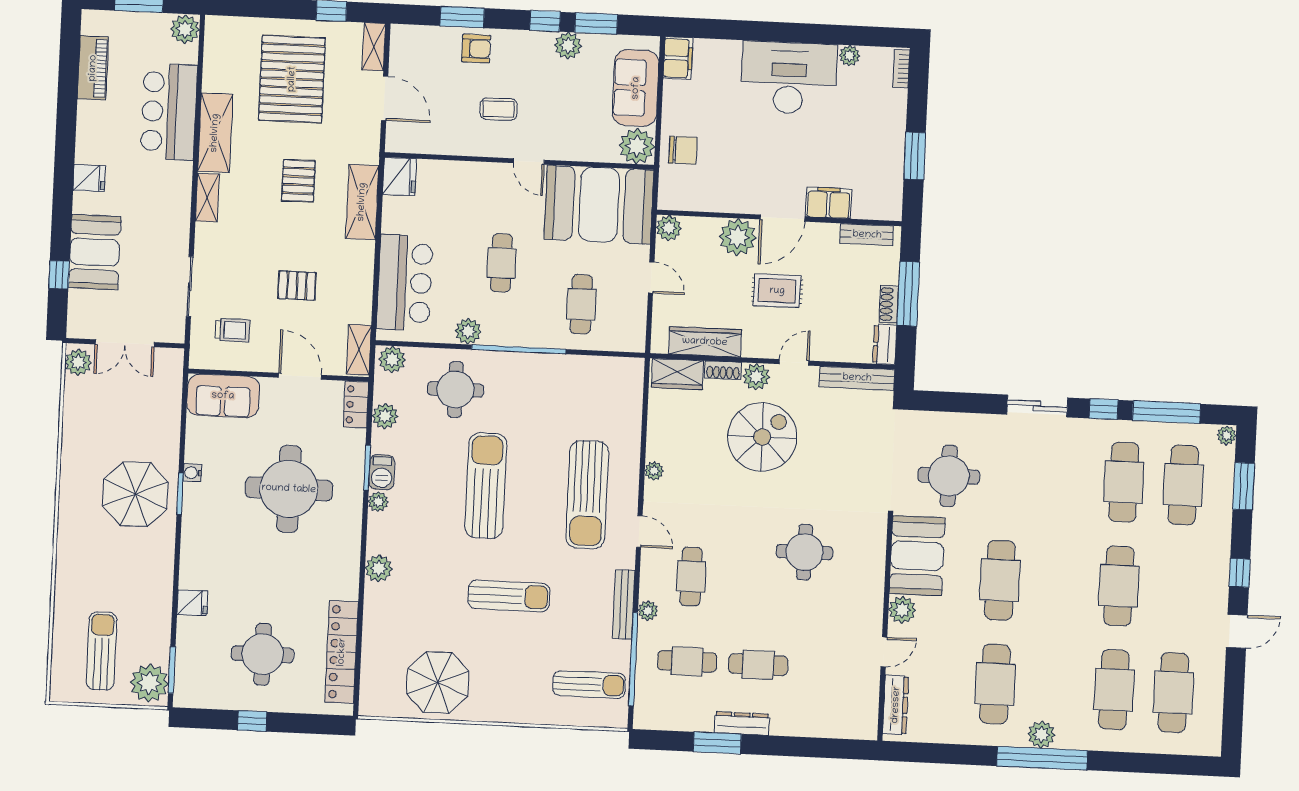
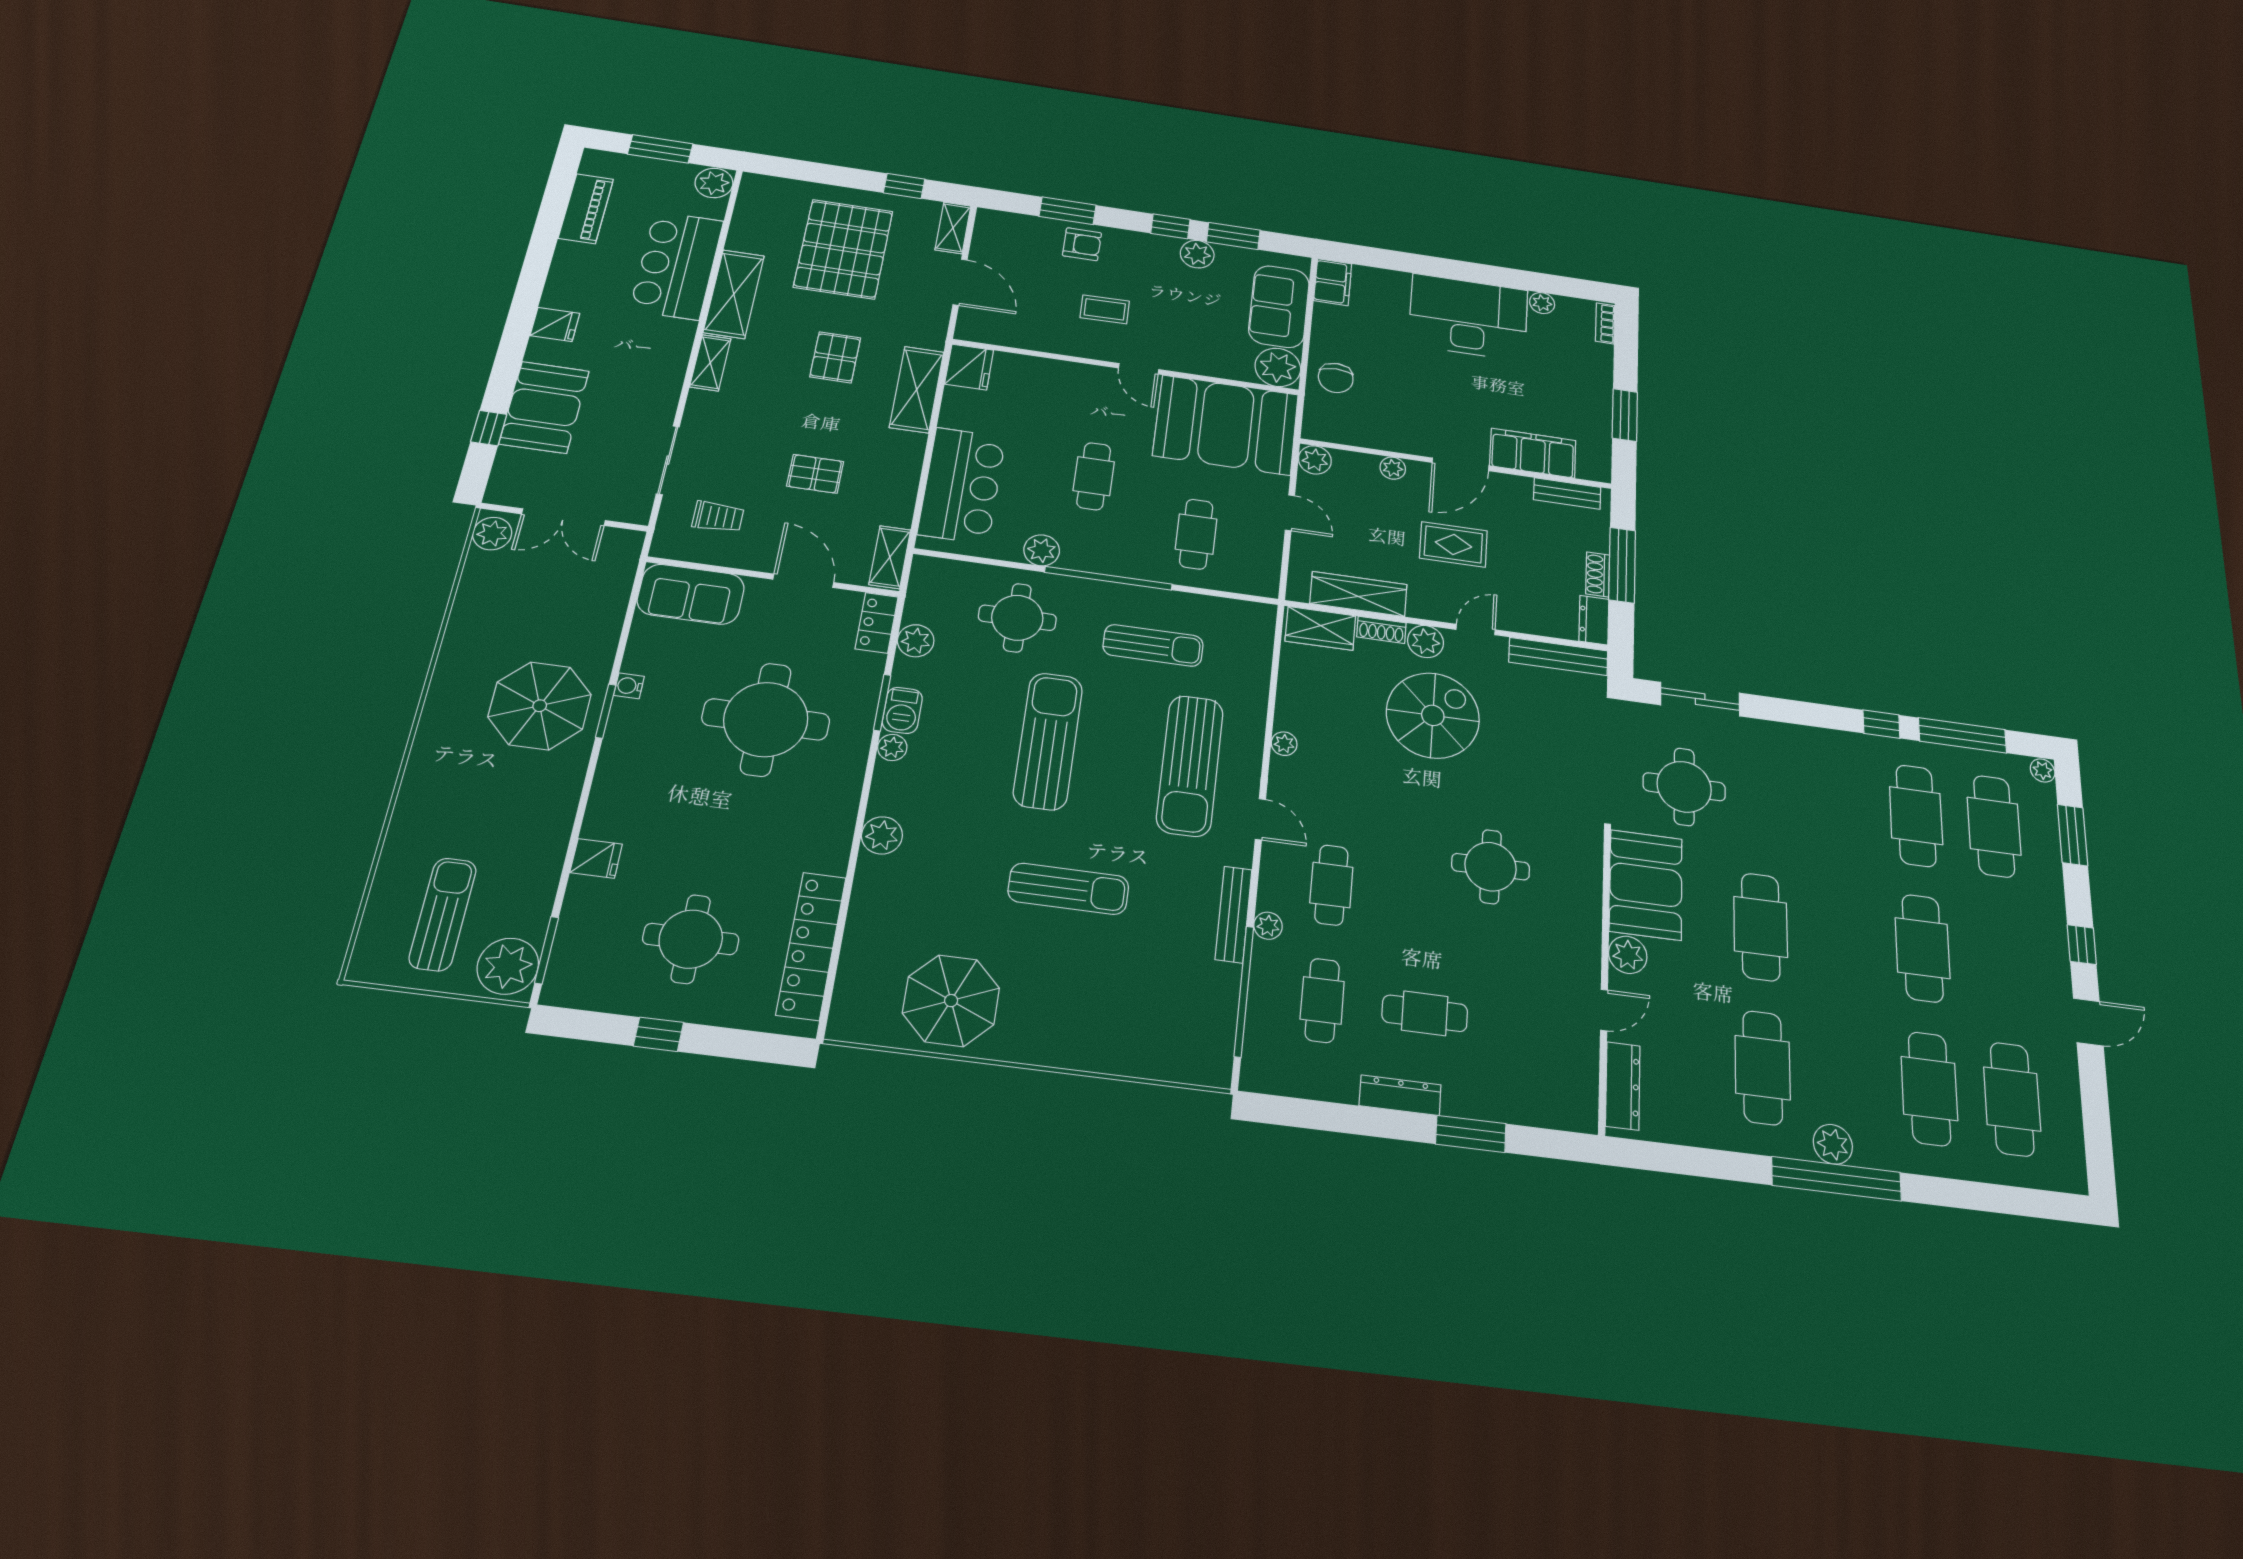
chair: (683, 150) -> (1336, 378), turned 90
filing cabinet: (828, 203) -> (1533, 453), width x1.50, depth x1.17
plant: (738, 237) -> (1393, 468), width x0.53, depth x0.53
plant: (392, 359) -> (934, 573), removed
sliding door: (1037, 406) -> (1700, 699), moved
cafe table: (687, 661) -> (1322, 1000), turned 90
sun lounger: (589, 684) -> (1153, 645), moved
window: (717, 743) -> (1471, 1134), moved

